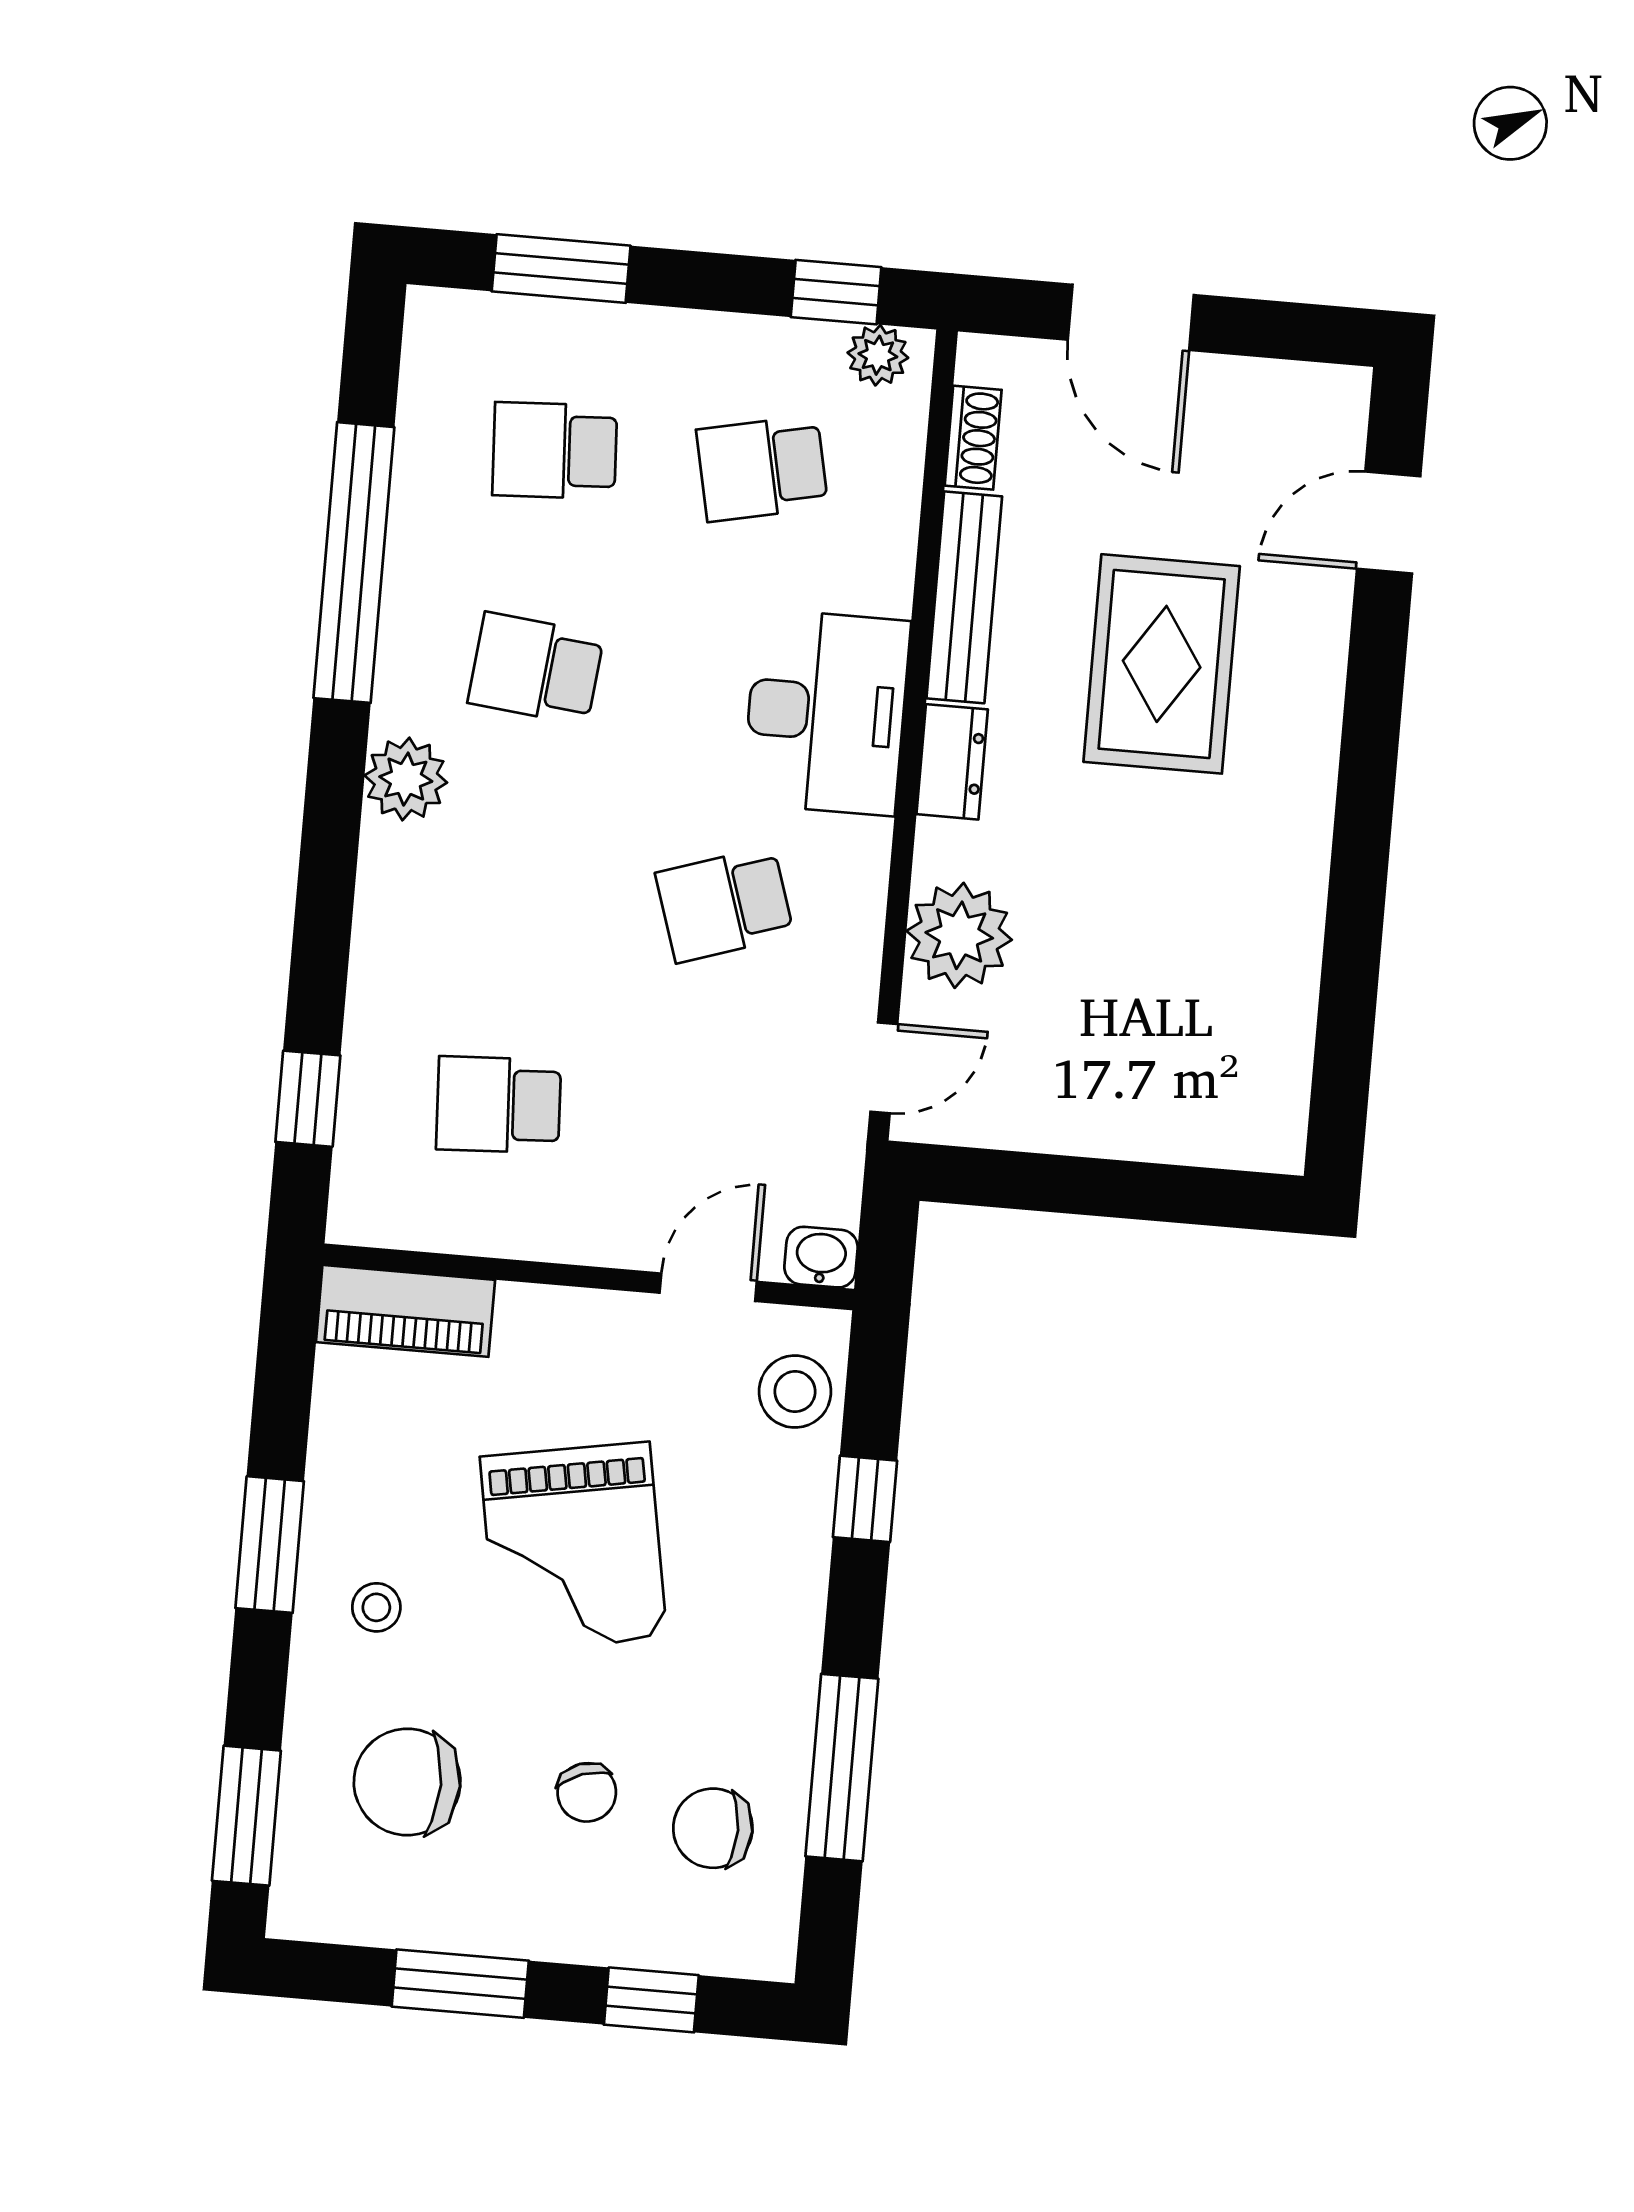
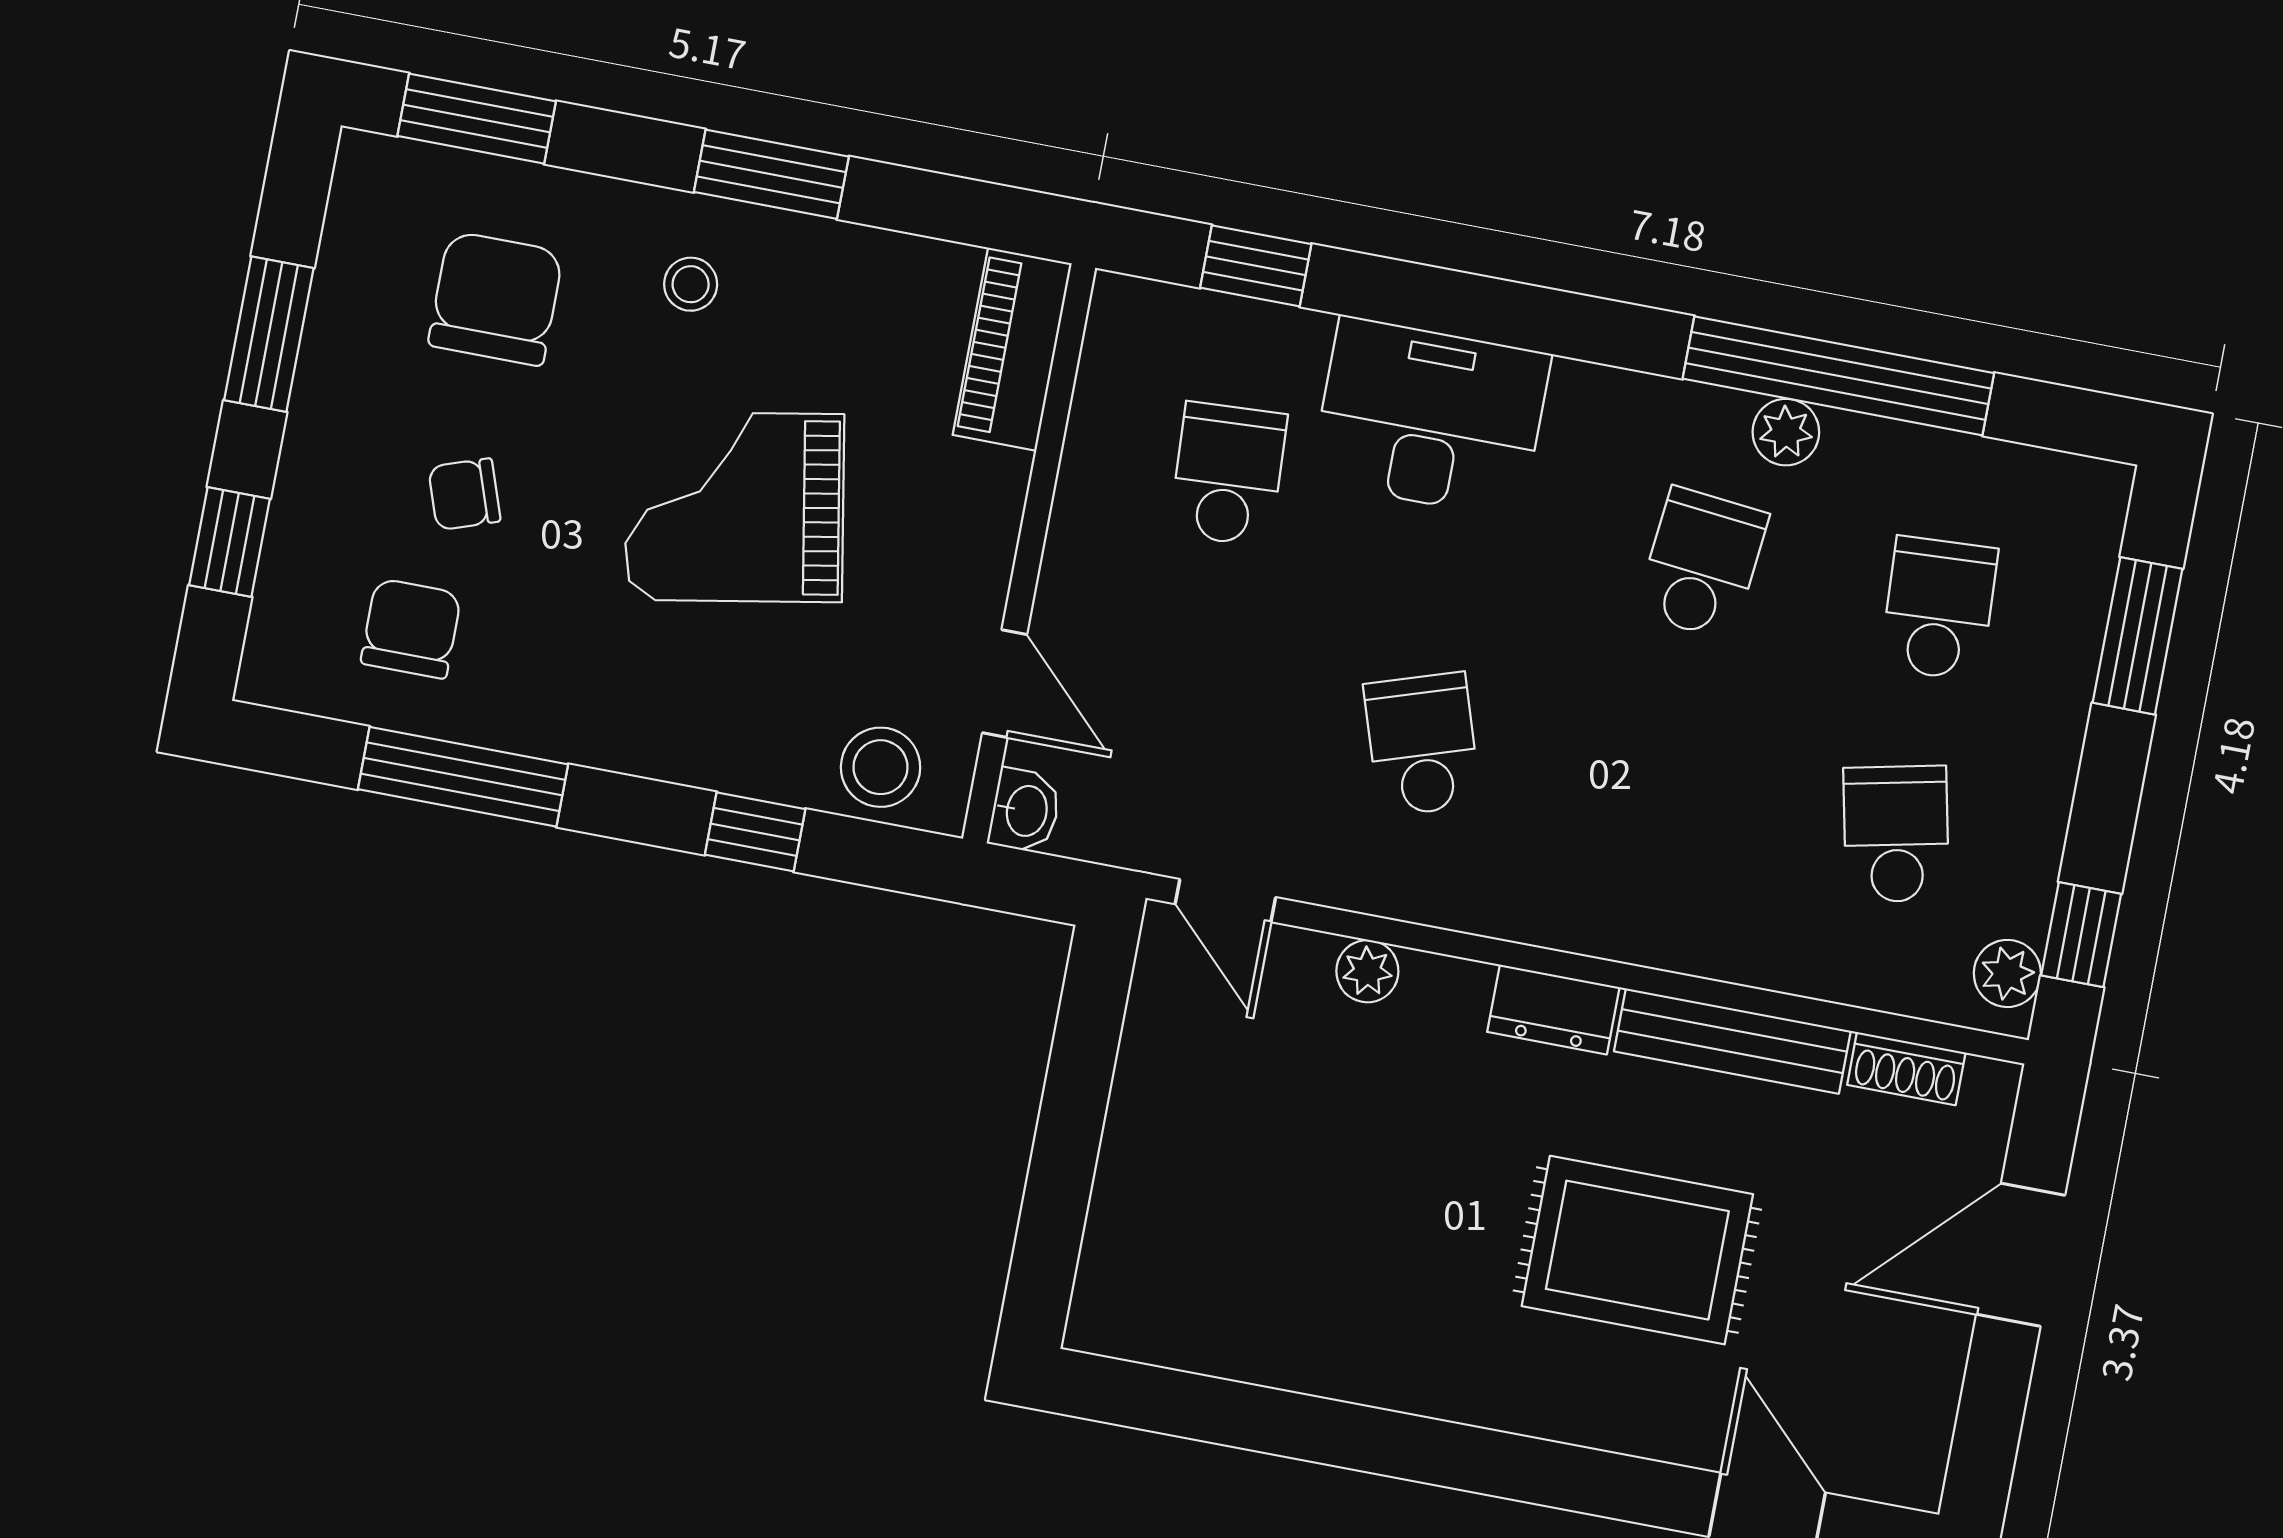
desk: (826, 712) -> (1431, 418), moved, turned 180
plant: (406, 779) -> (1786, 432), moved, width x0.73, depth x0.73
plant: (959, 935) -> (1367, 971), width x0.53, depth x0.53

